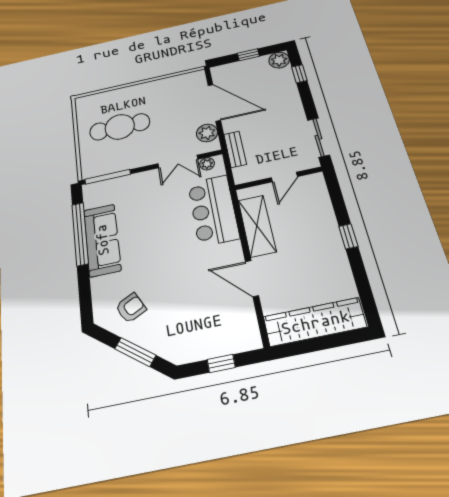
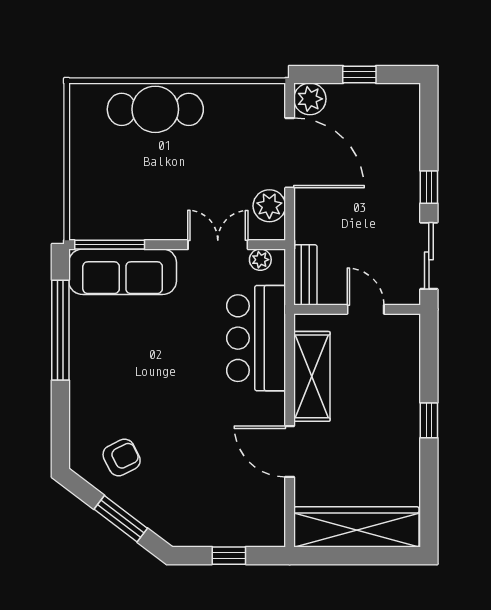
plant: (279, 60) -> (310, 99), moved
window: (299, 74) -> (429, 187), moved
cafe table: (120, 127) -> (155, 109), moved
bench: (235, 149) -> (305, 275), moved
double door: (178, 161) -> (218, 245), swing flipped
door: (284, 177) -> (366, 309), swing flipped
sofa: (102, 240) -> (123, 272), moved, turned 90

